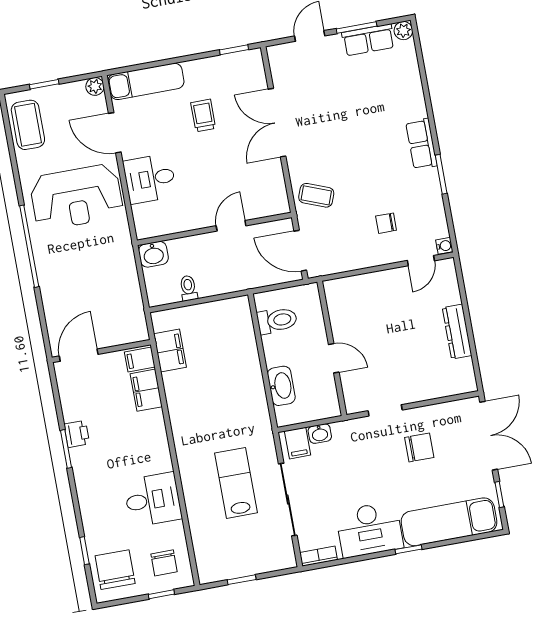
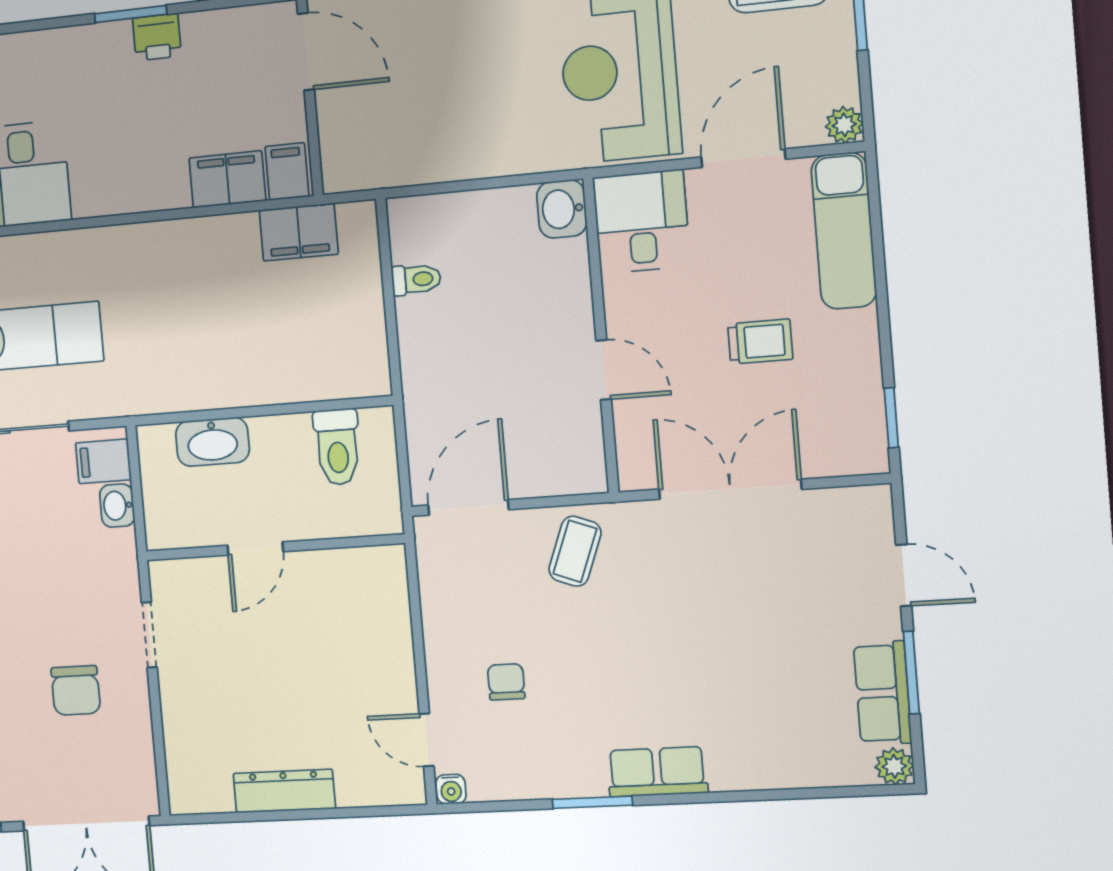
door: (231, 226) -> (604, 370), moved
wall: (214, 229) -> (601, 336), moved
washbasin: (153, 254) -> (562, 209), moved

